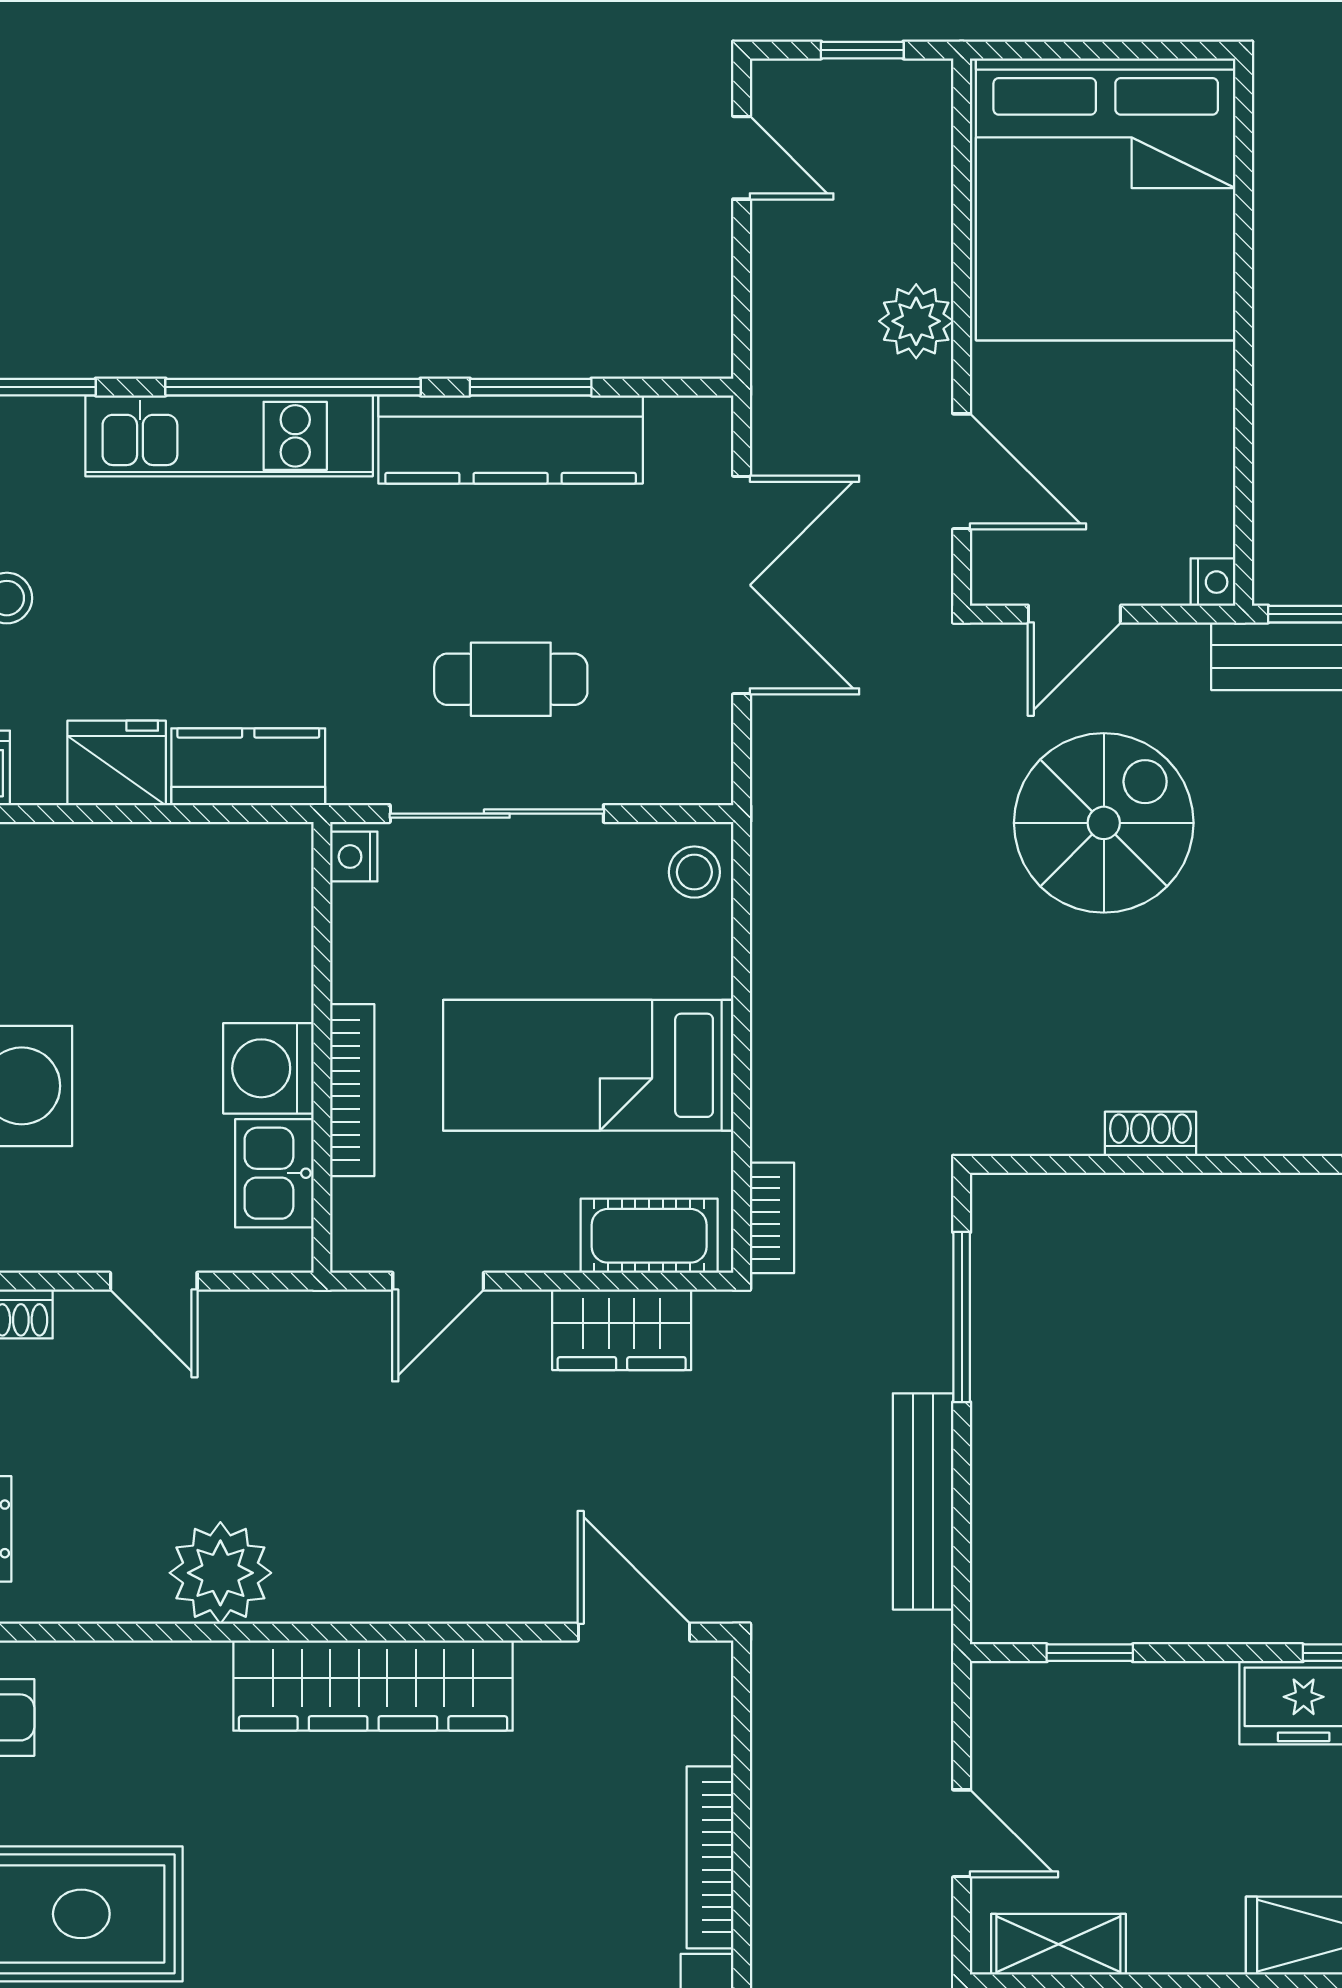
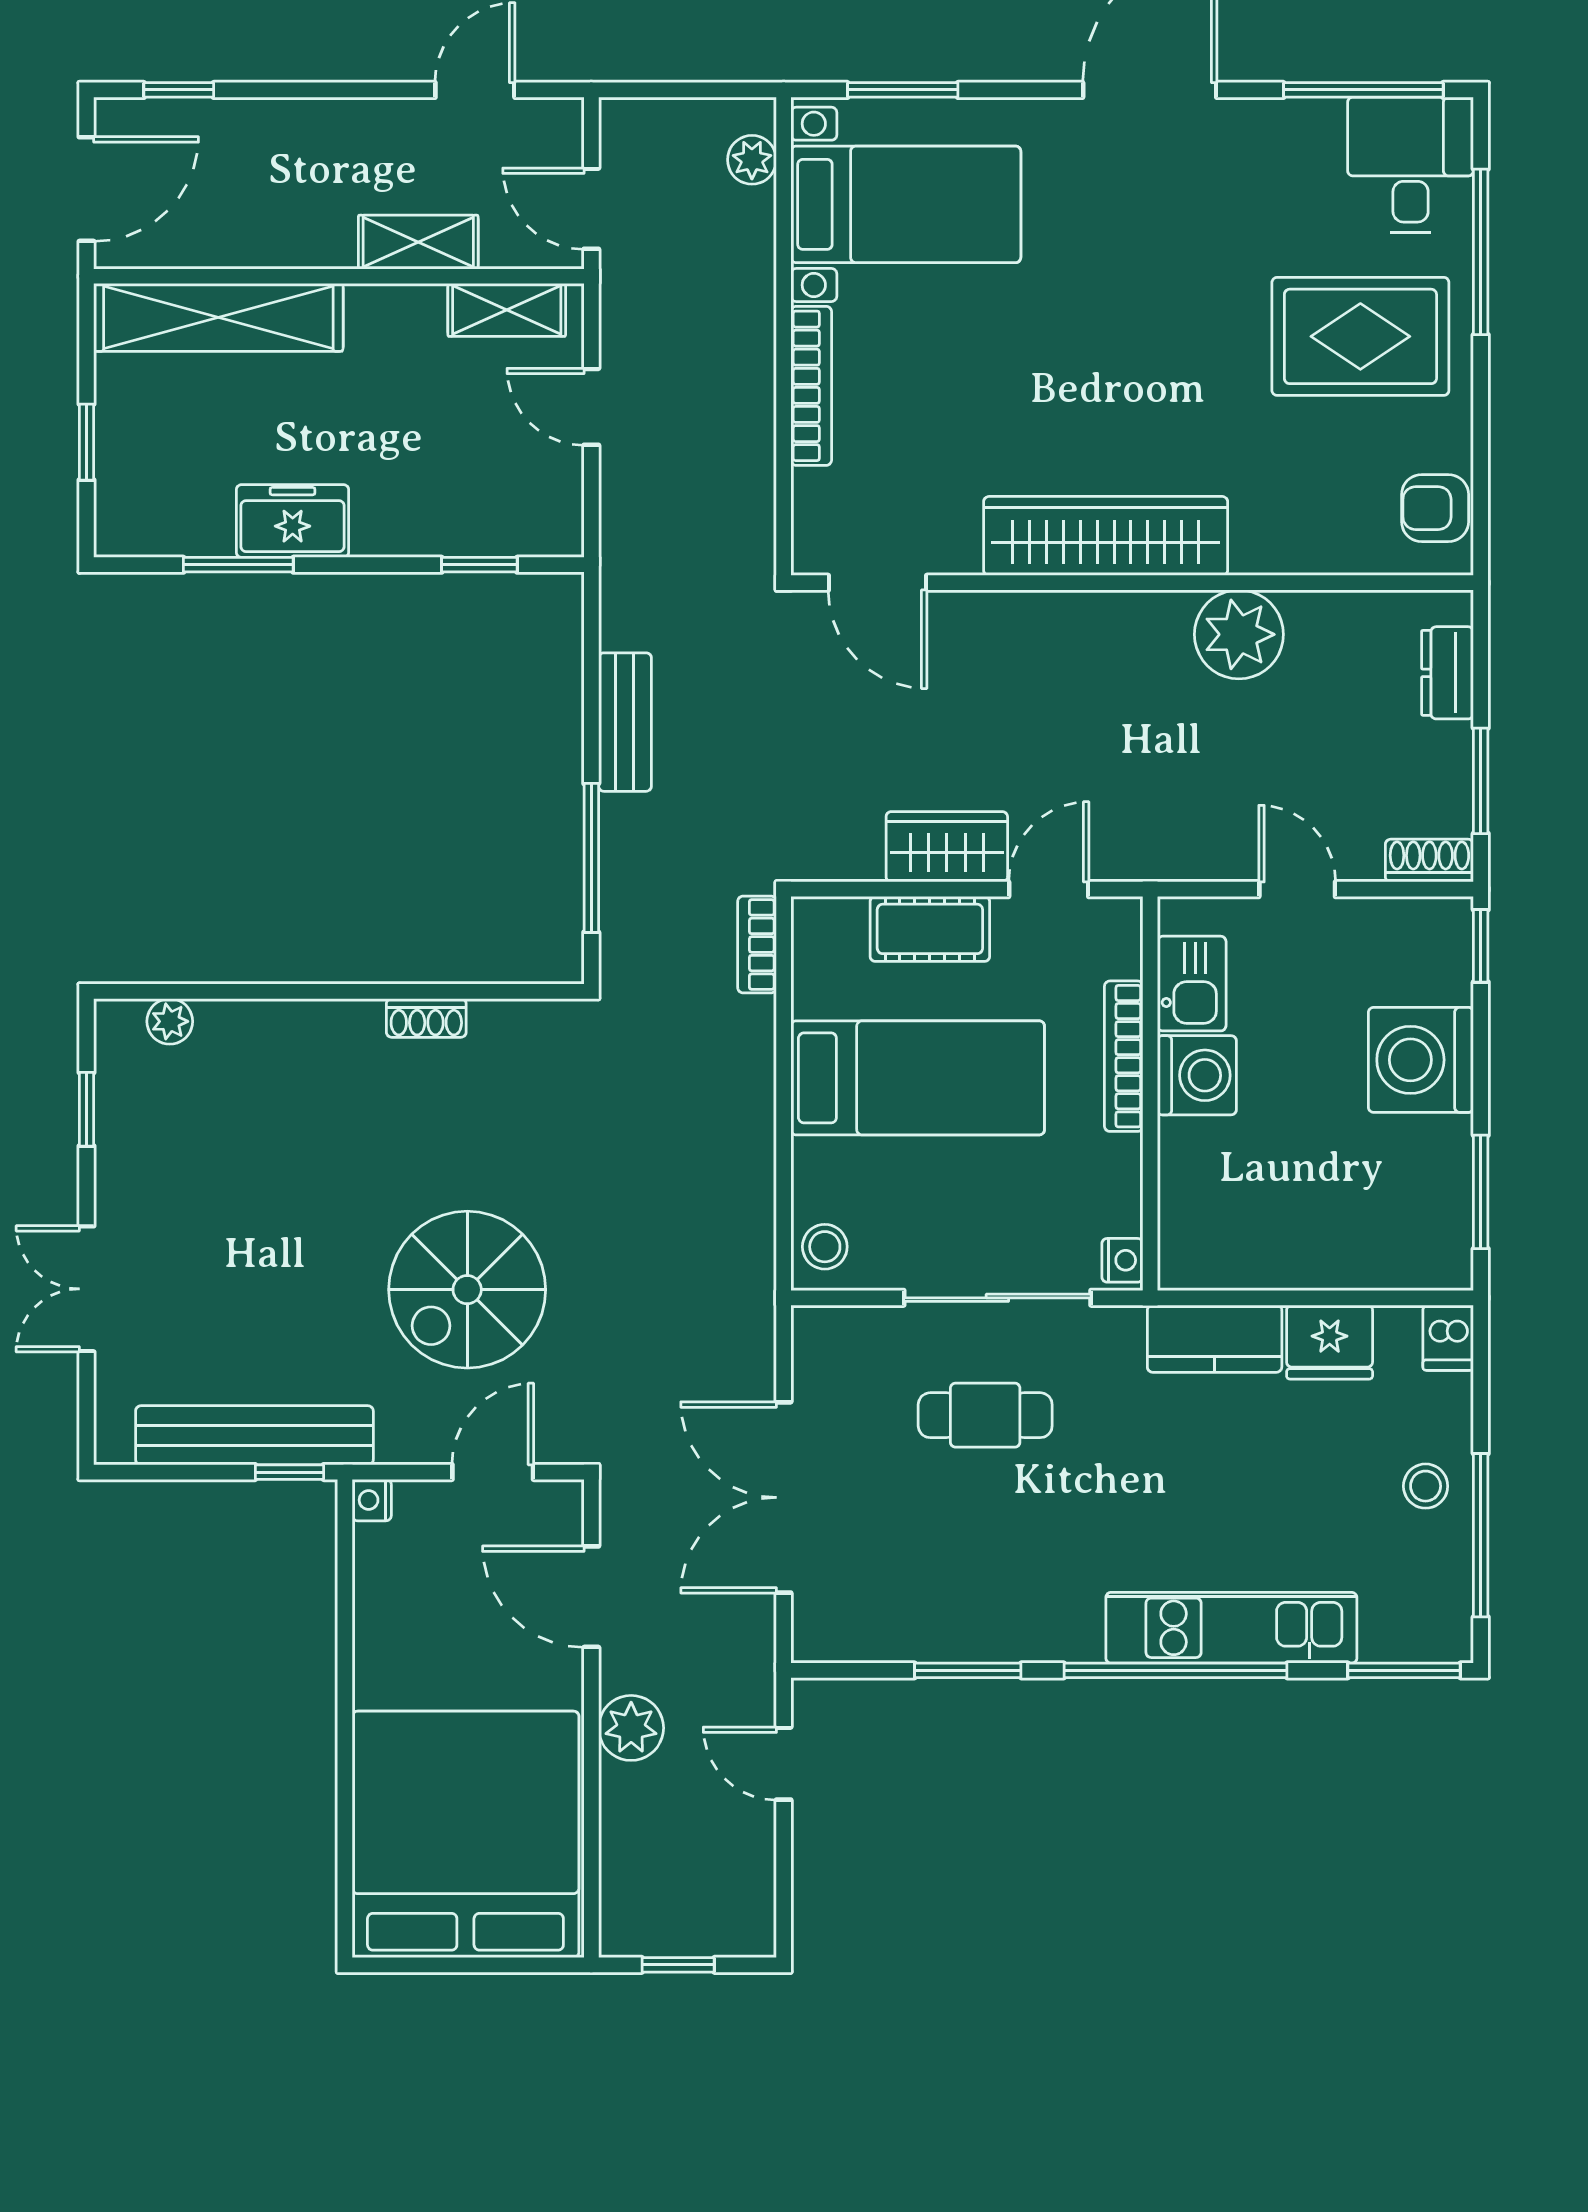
door: (742, 158) -> (784, 1764), moved
kitchen counter: (511, 439) -> (985, 1625), removed
cot: (649, 1236) -> (930, 929), moved
wardrobe: (622, 1330) -> (947, 847), moved
bench: (923, 1501) -> (625, 722), width x0.73

